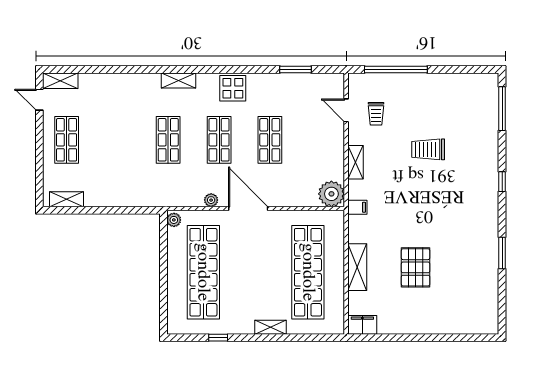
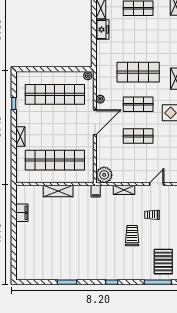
trolley: (376, 114) -> (152, 215), moved
shop shelf: (168, 140) -> (138, 72), width x1.43, depth x1.36
freezer: (100, 197) -> (102, 29), added
pallet: (416, 267) -> (163, 262), moved, turned 90
filing cabinet: (362, 325) -> (22, 213), moved

